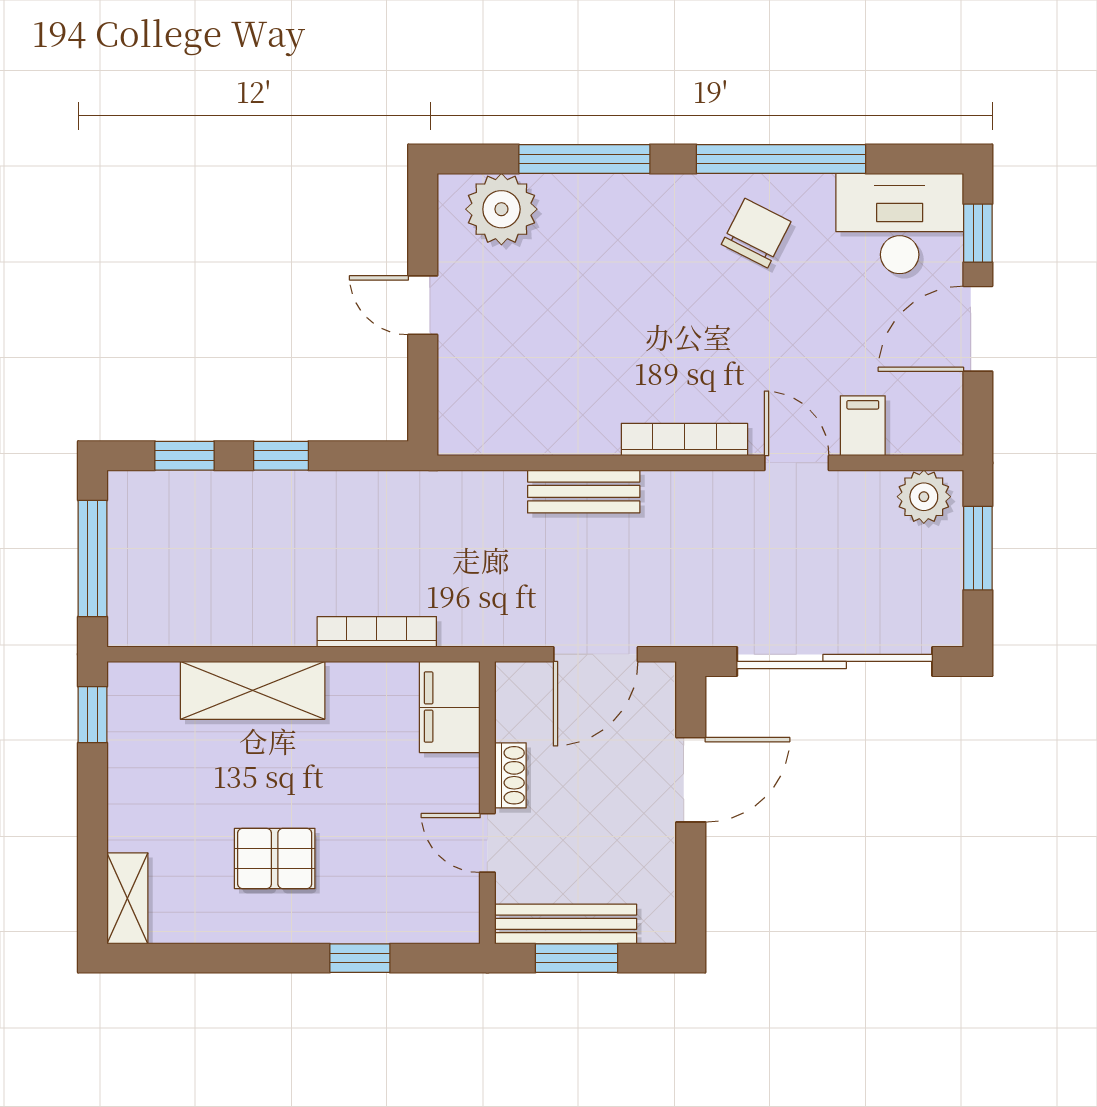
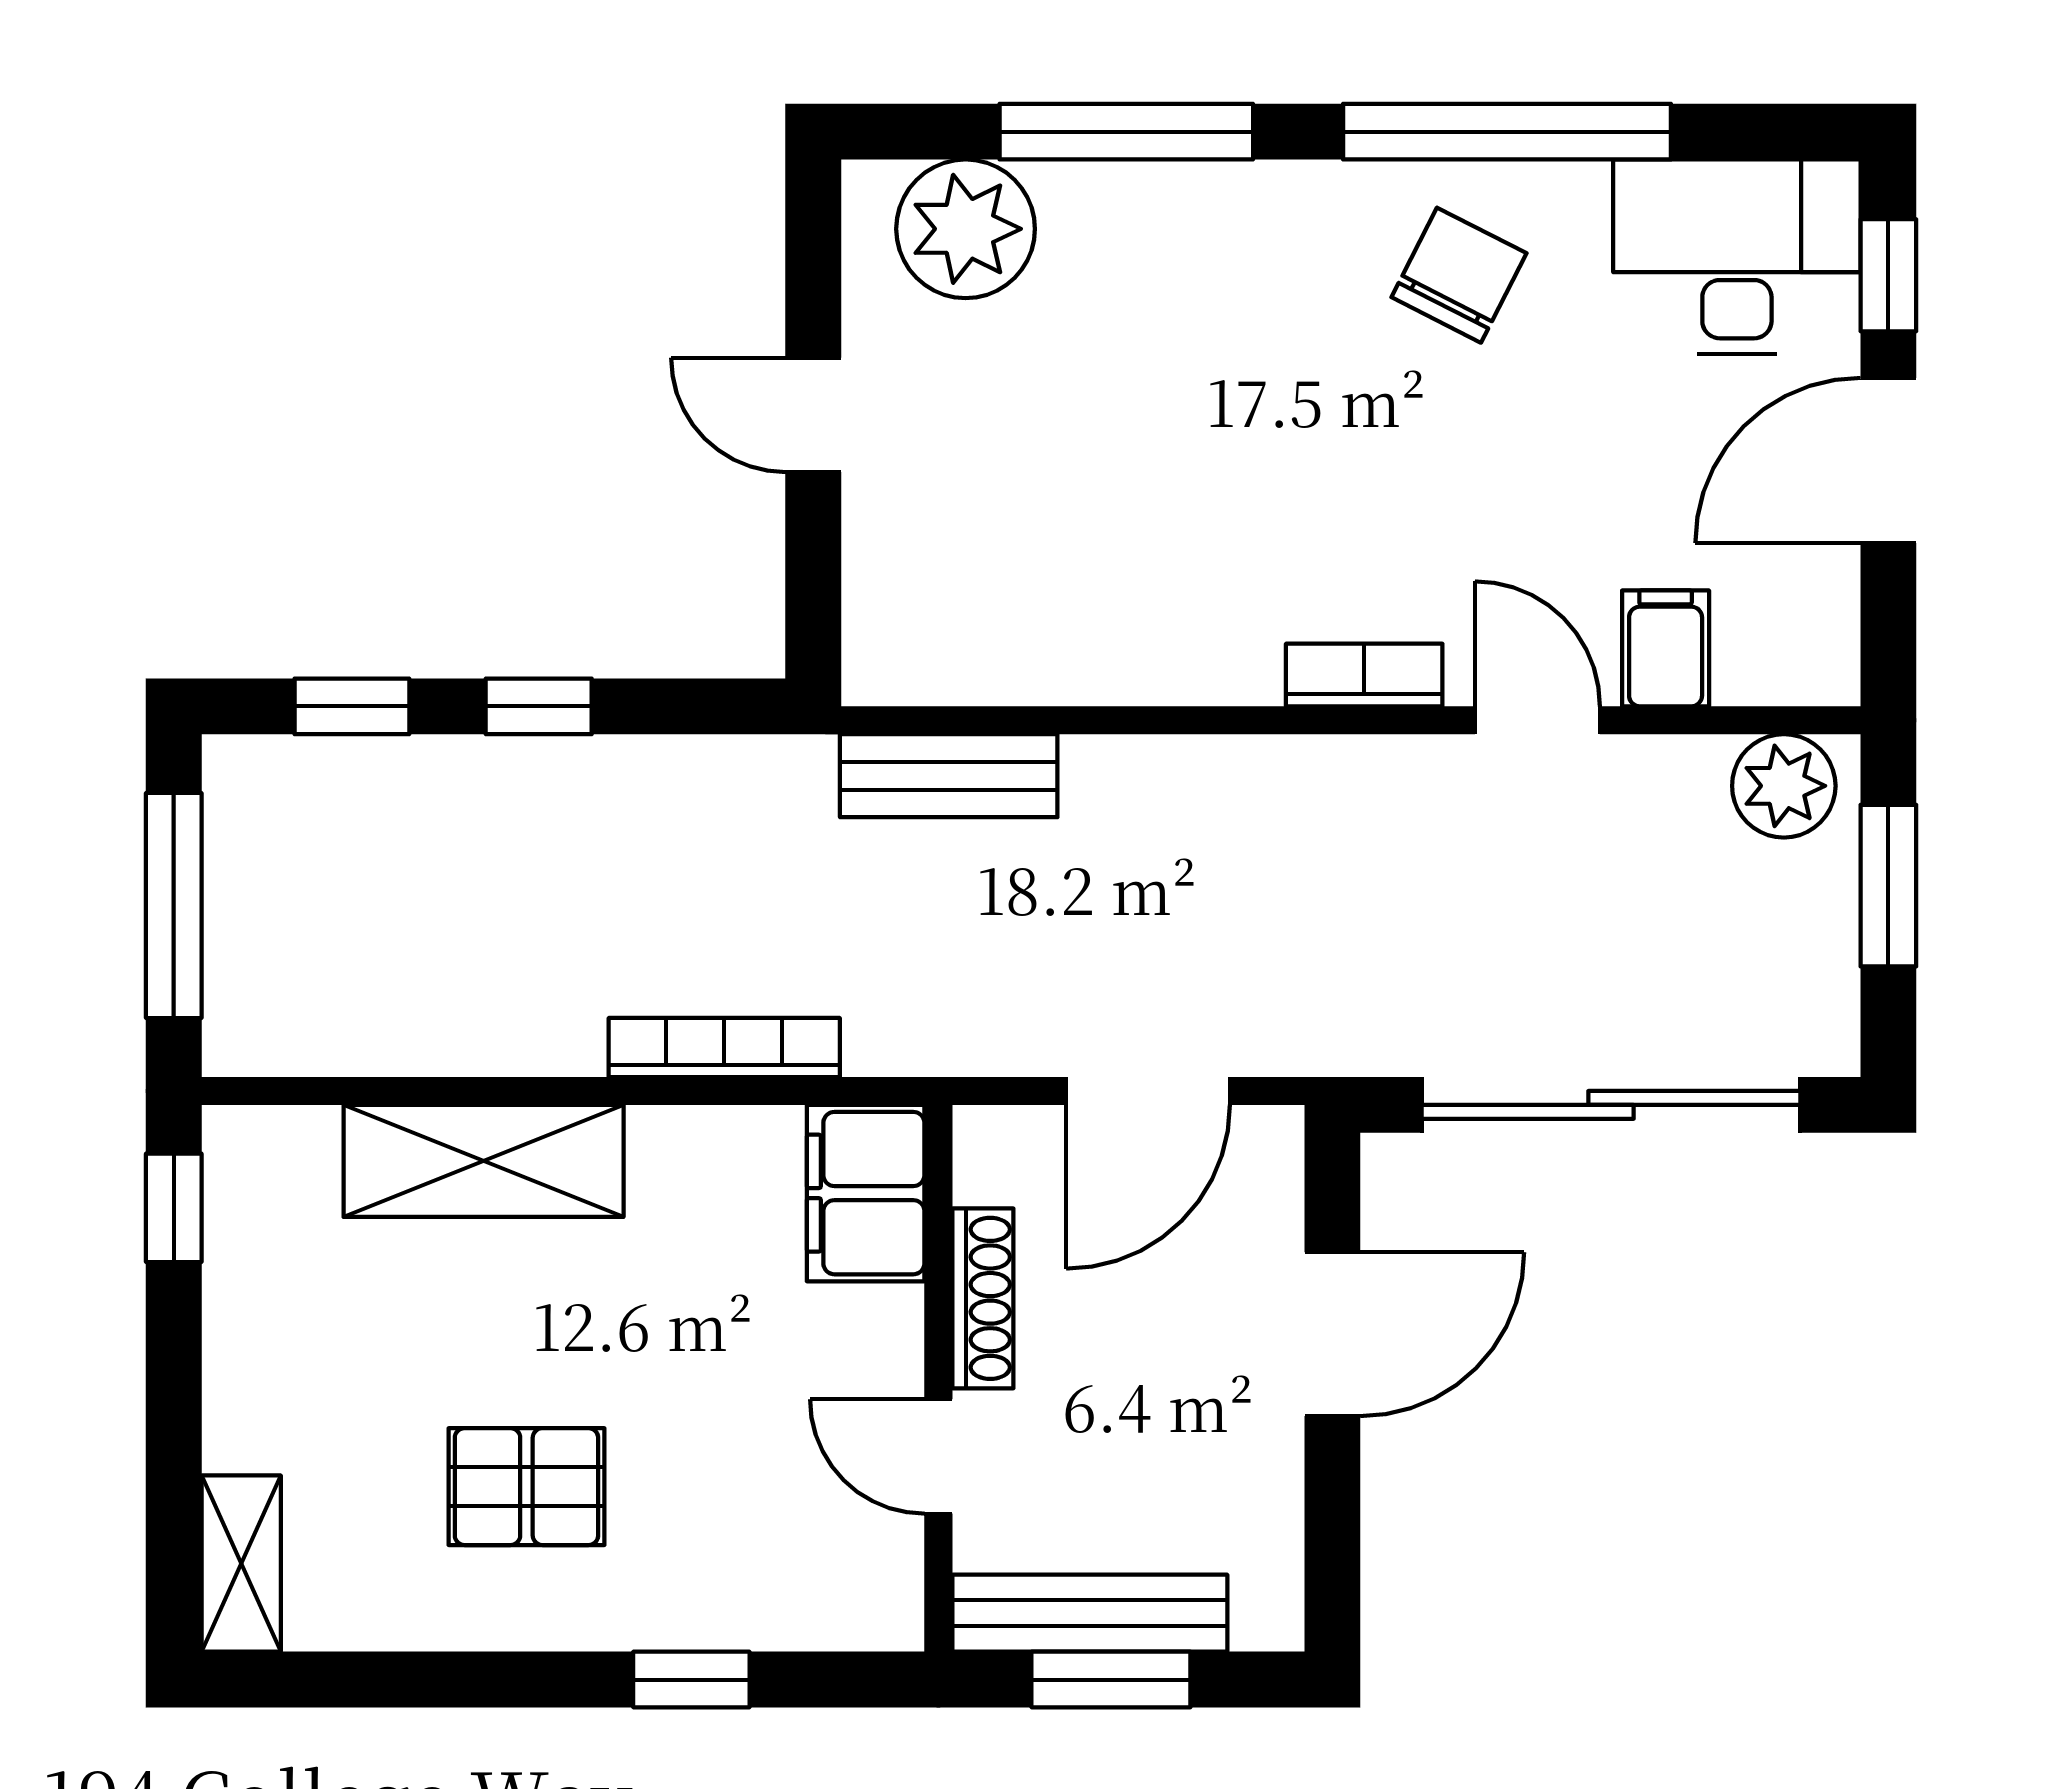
bookcase: (684, 440) -> (1364, 675), width x0.64
bench: (584, 491) -> (949, 776), moved
shoe rack: (510, 775) -> (983, 1298), width x1.43

